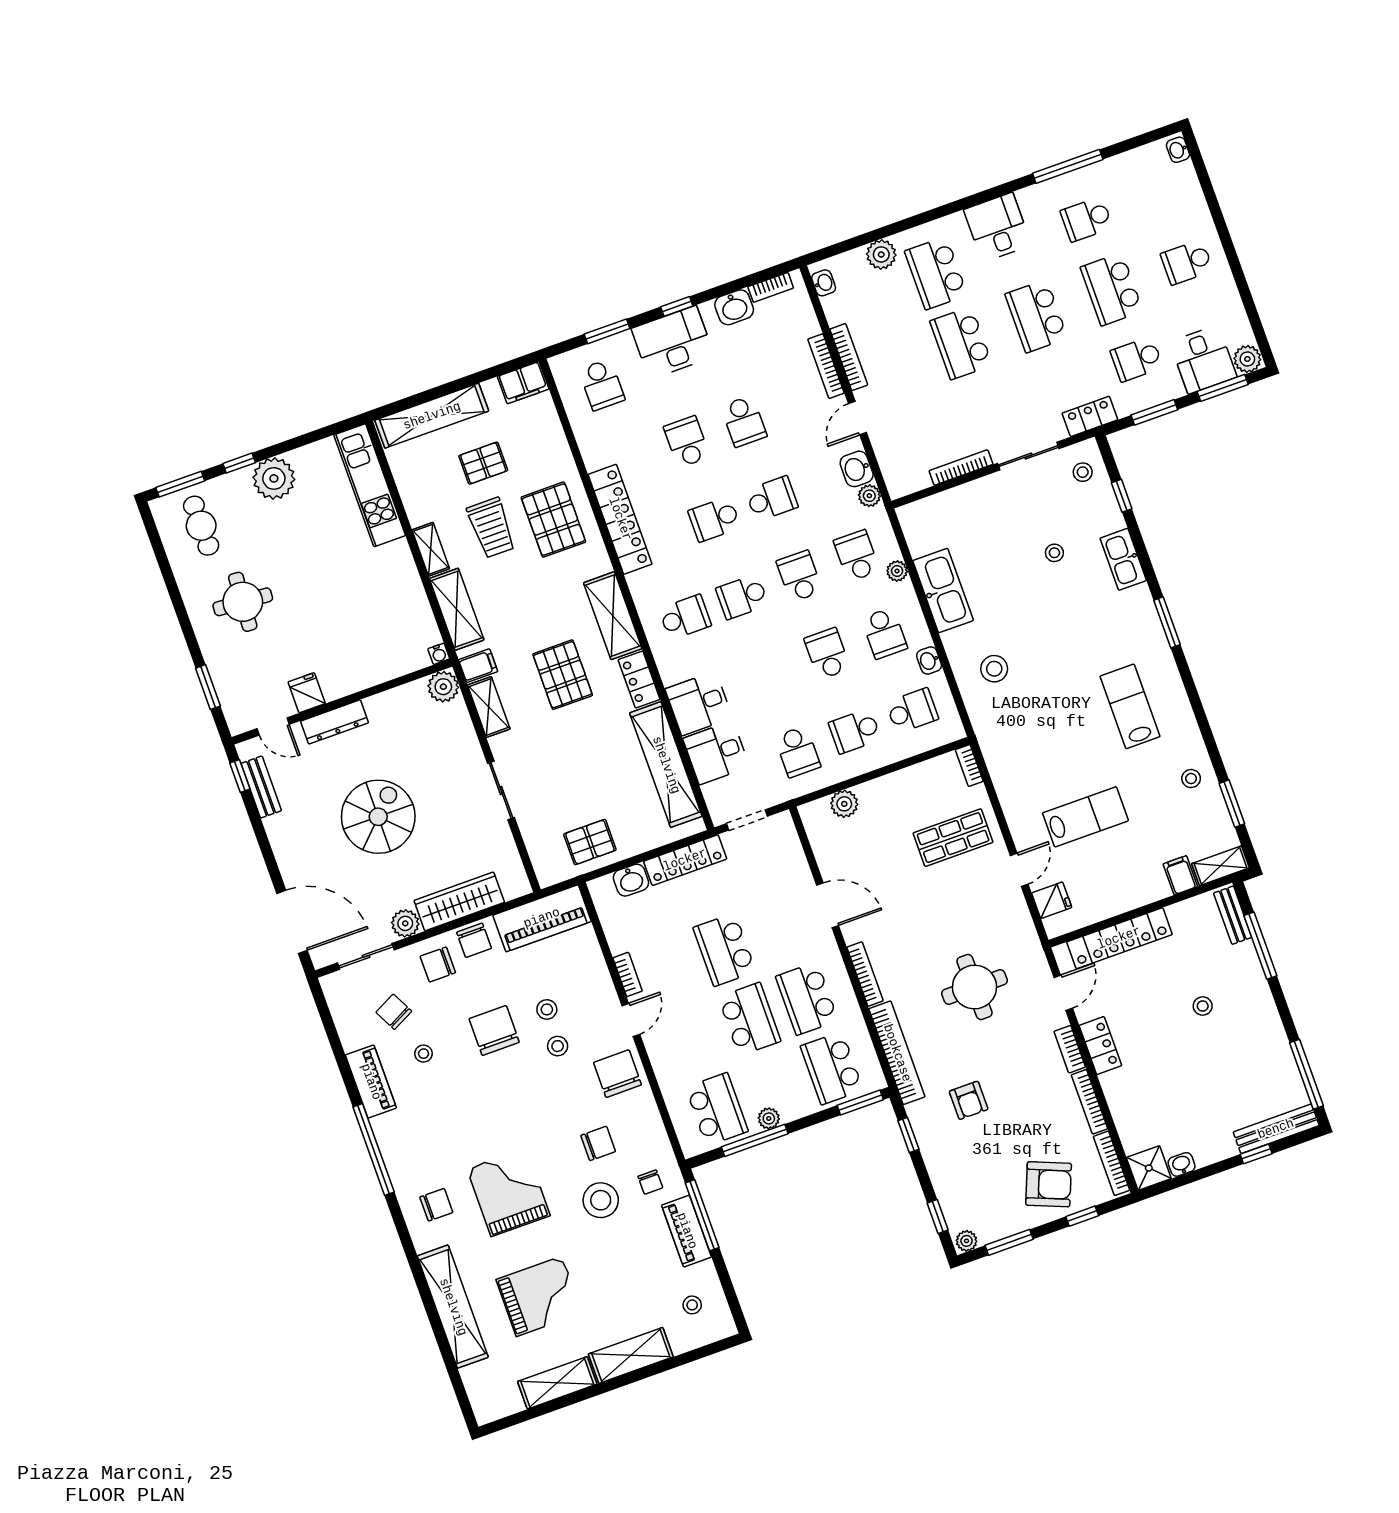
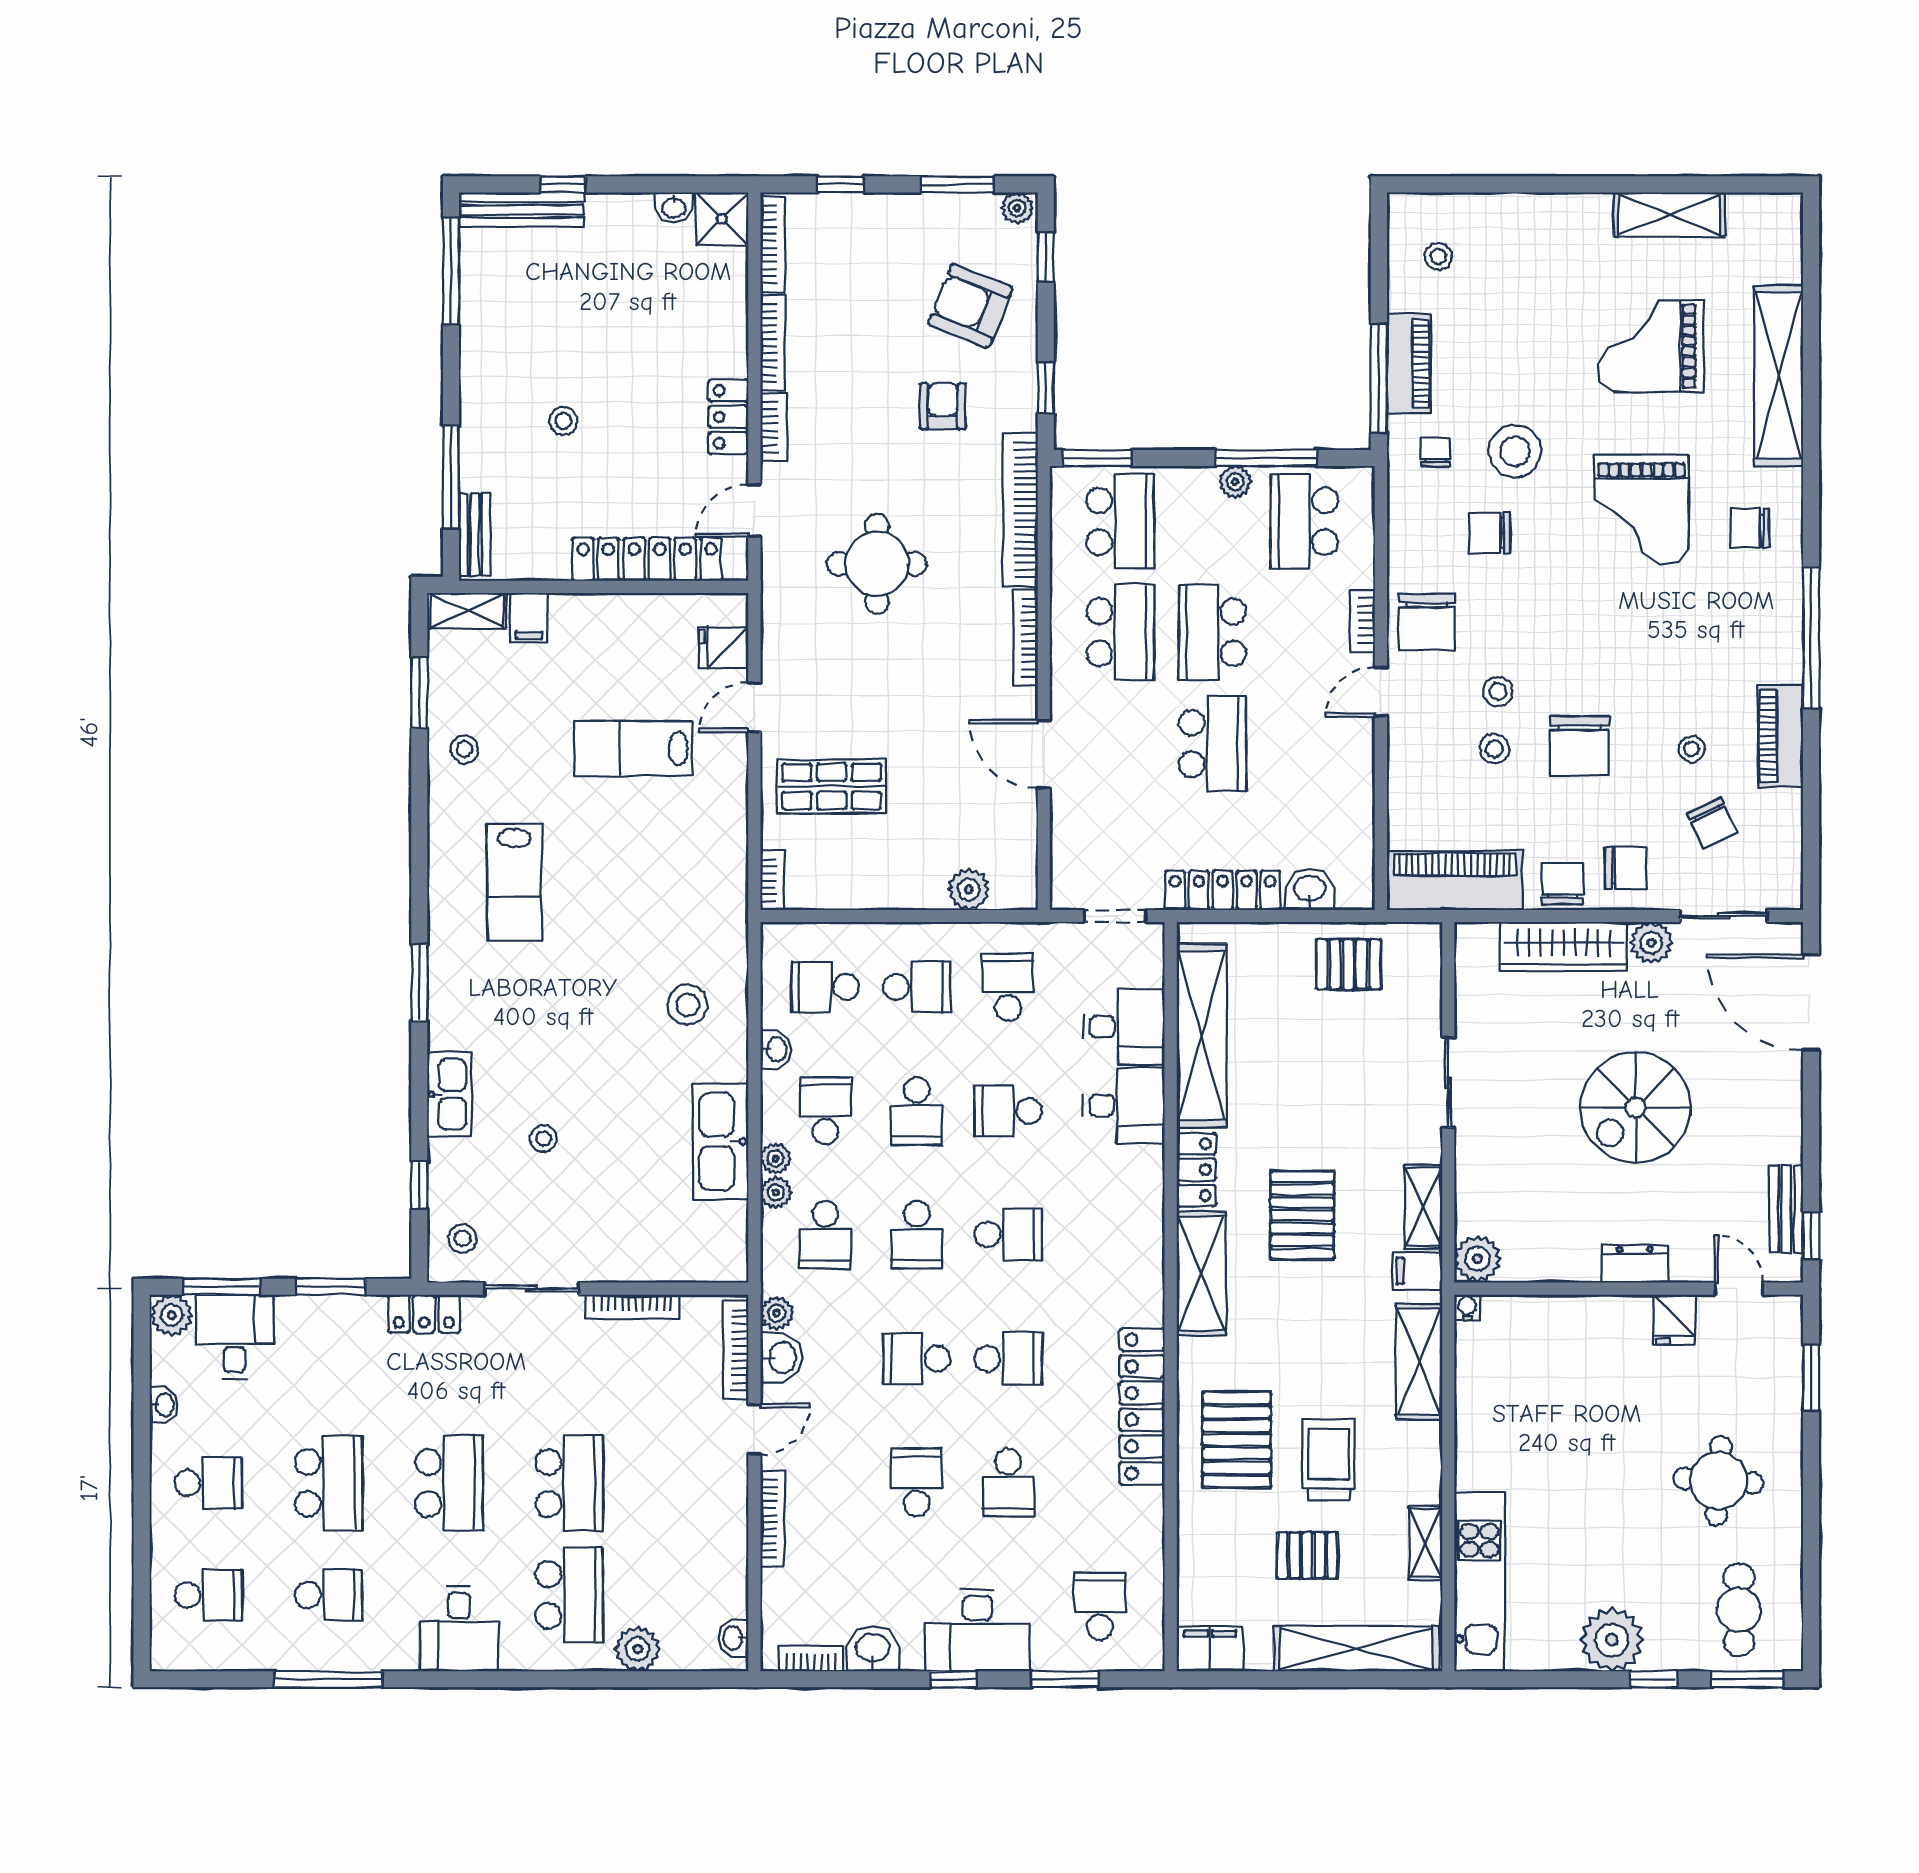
washbasin: (1178, 150) -> (164, 1405), moved
bookcase: (849, 357) -> (736, 1350), moved
school desk: (1137, 359) -> (208, 1595), moved
shelving: (431, 549) -> (1426, 1543), moved
plant: (905, 592) -> (776, 1159), added
school desk: (685, 617) -> (1008, 1111), moved
dresser: (334, 722) -> (1635, 1264), width x0.70
bookcase: (628, 974) -> (1362, 621), moved
armchair: (1049, 1184) -> (970, 306), moved
shelving: (631, 1355) -> (1551, 216), removed

